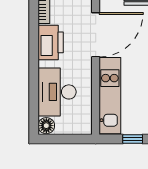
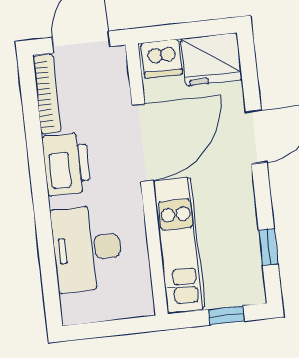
floor lamp: (46, 126) -> (75, 309), removed

